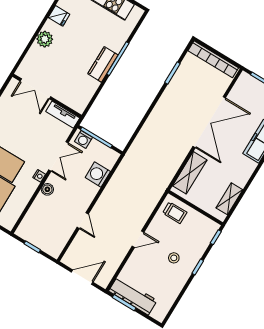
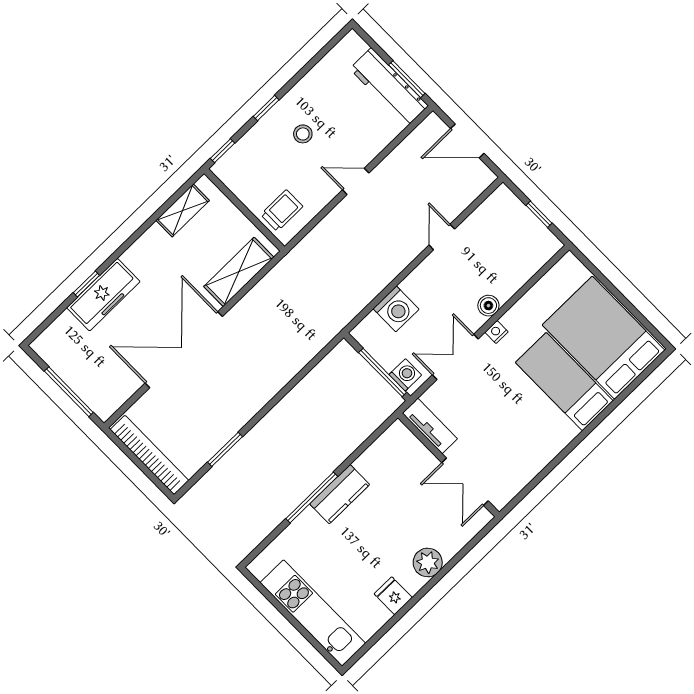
double door: (35, 89) -> (465, 482), swing flipped
trolley: (175, 213) -> (282, 210), turned 90

